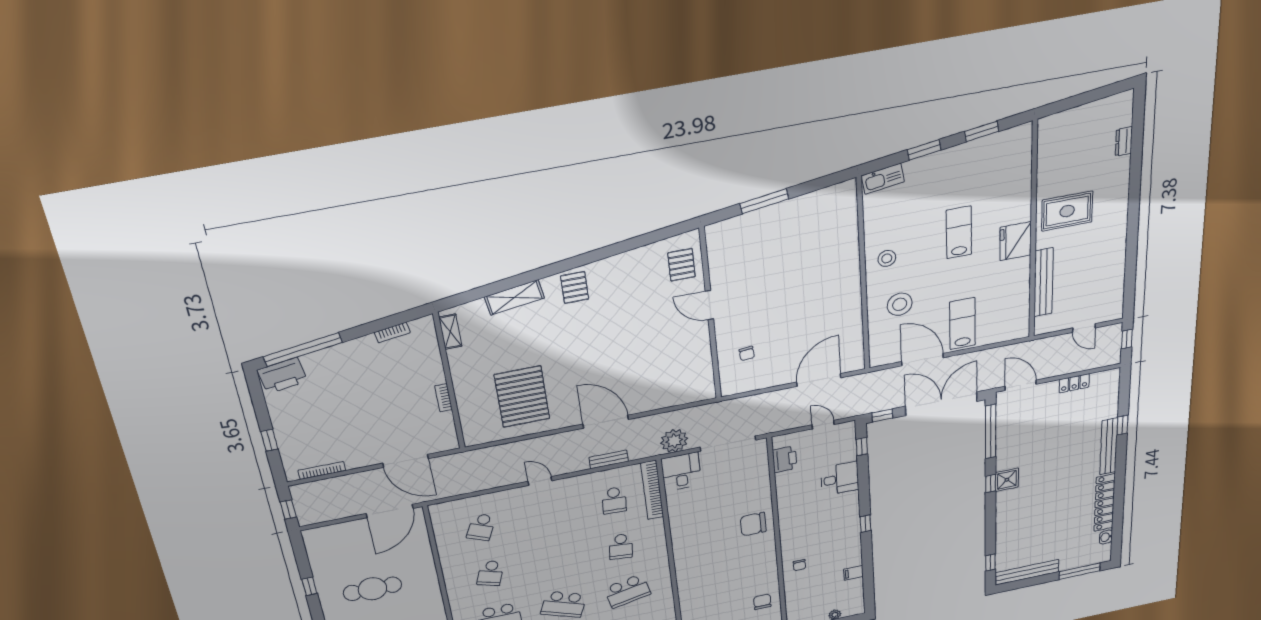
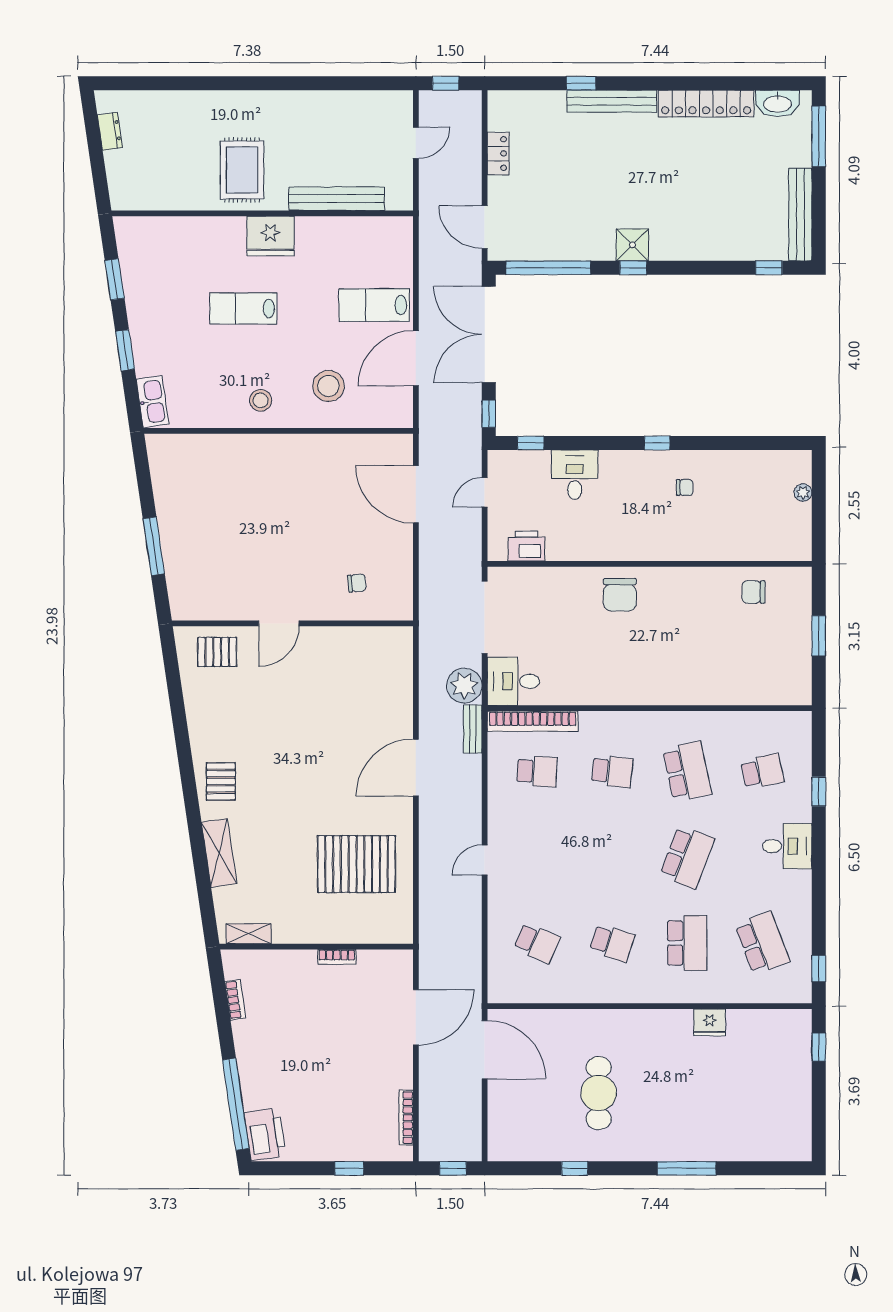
dresser: (1124, 141) -> (110, 131), moved, turned -98
pallet: (575, 288) -> (221, 781), turned 90
door: (1021, 385) -> (485, 227), hinge flipped
bench: (609, 459) -> (473, 729), moved
washbasin: (1106, 537) -> (777, 103), width x1.91, depth x1.45
chair: (799, 565) -> (685, 487), moved
filing cabinet: (853, 573) -> (737, 463), removed

